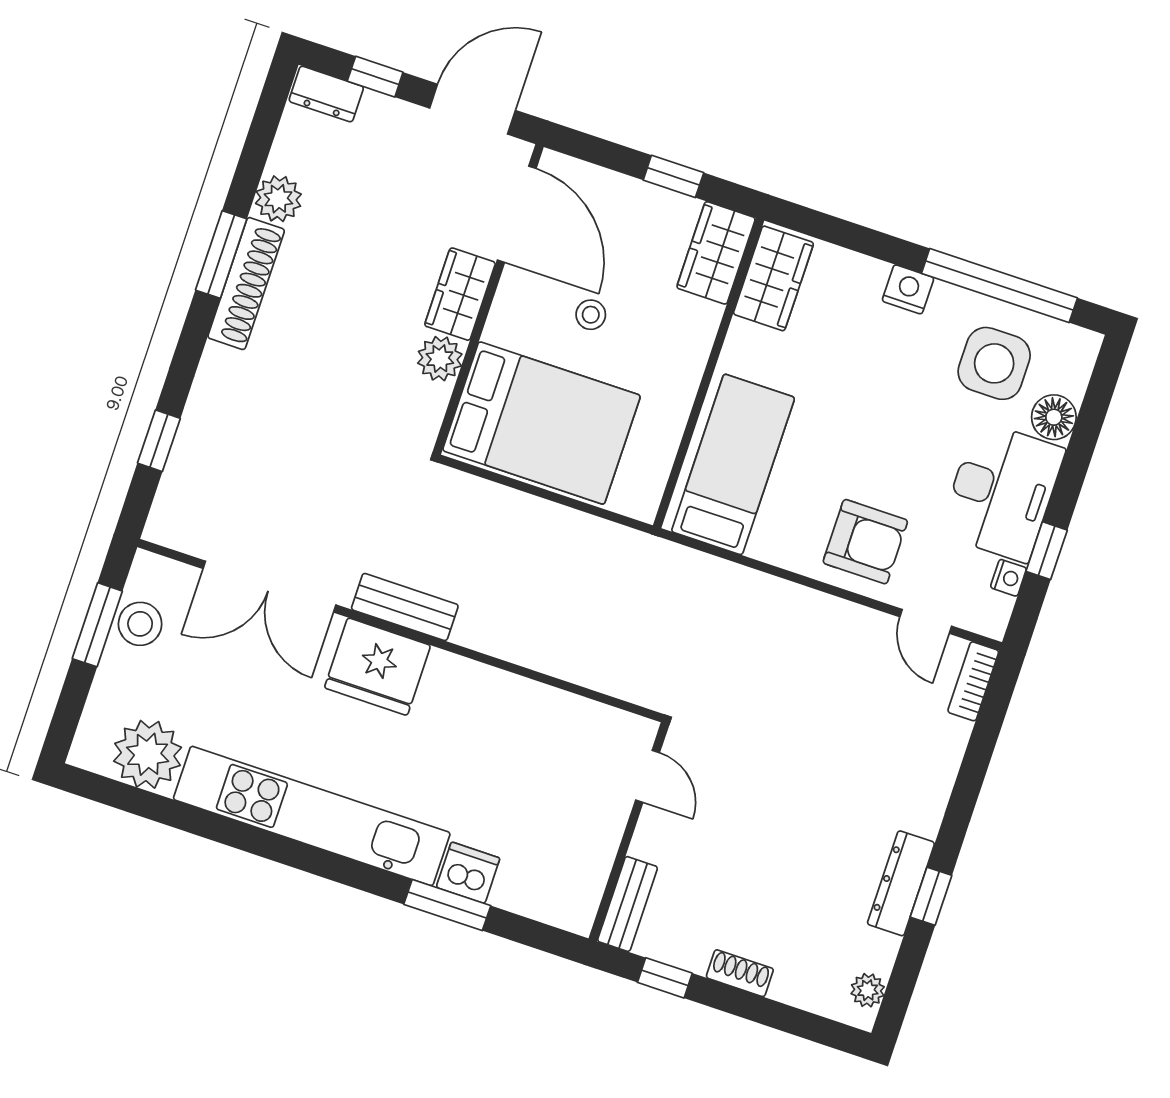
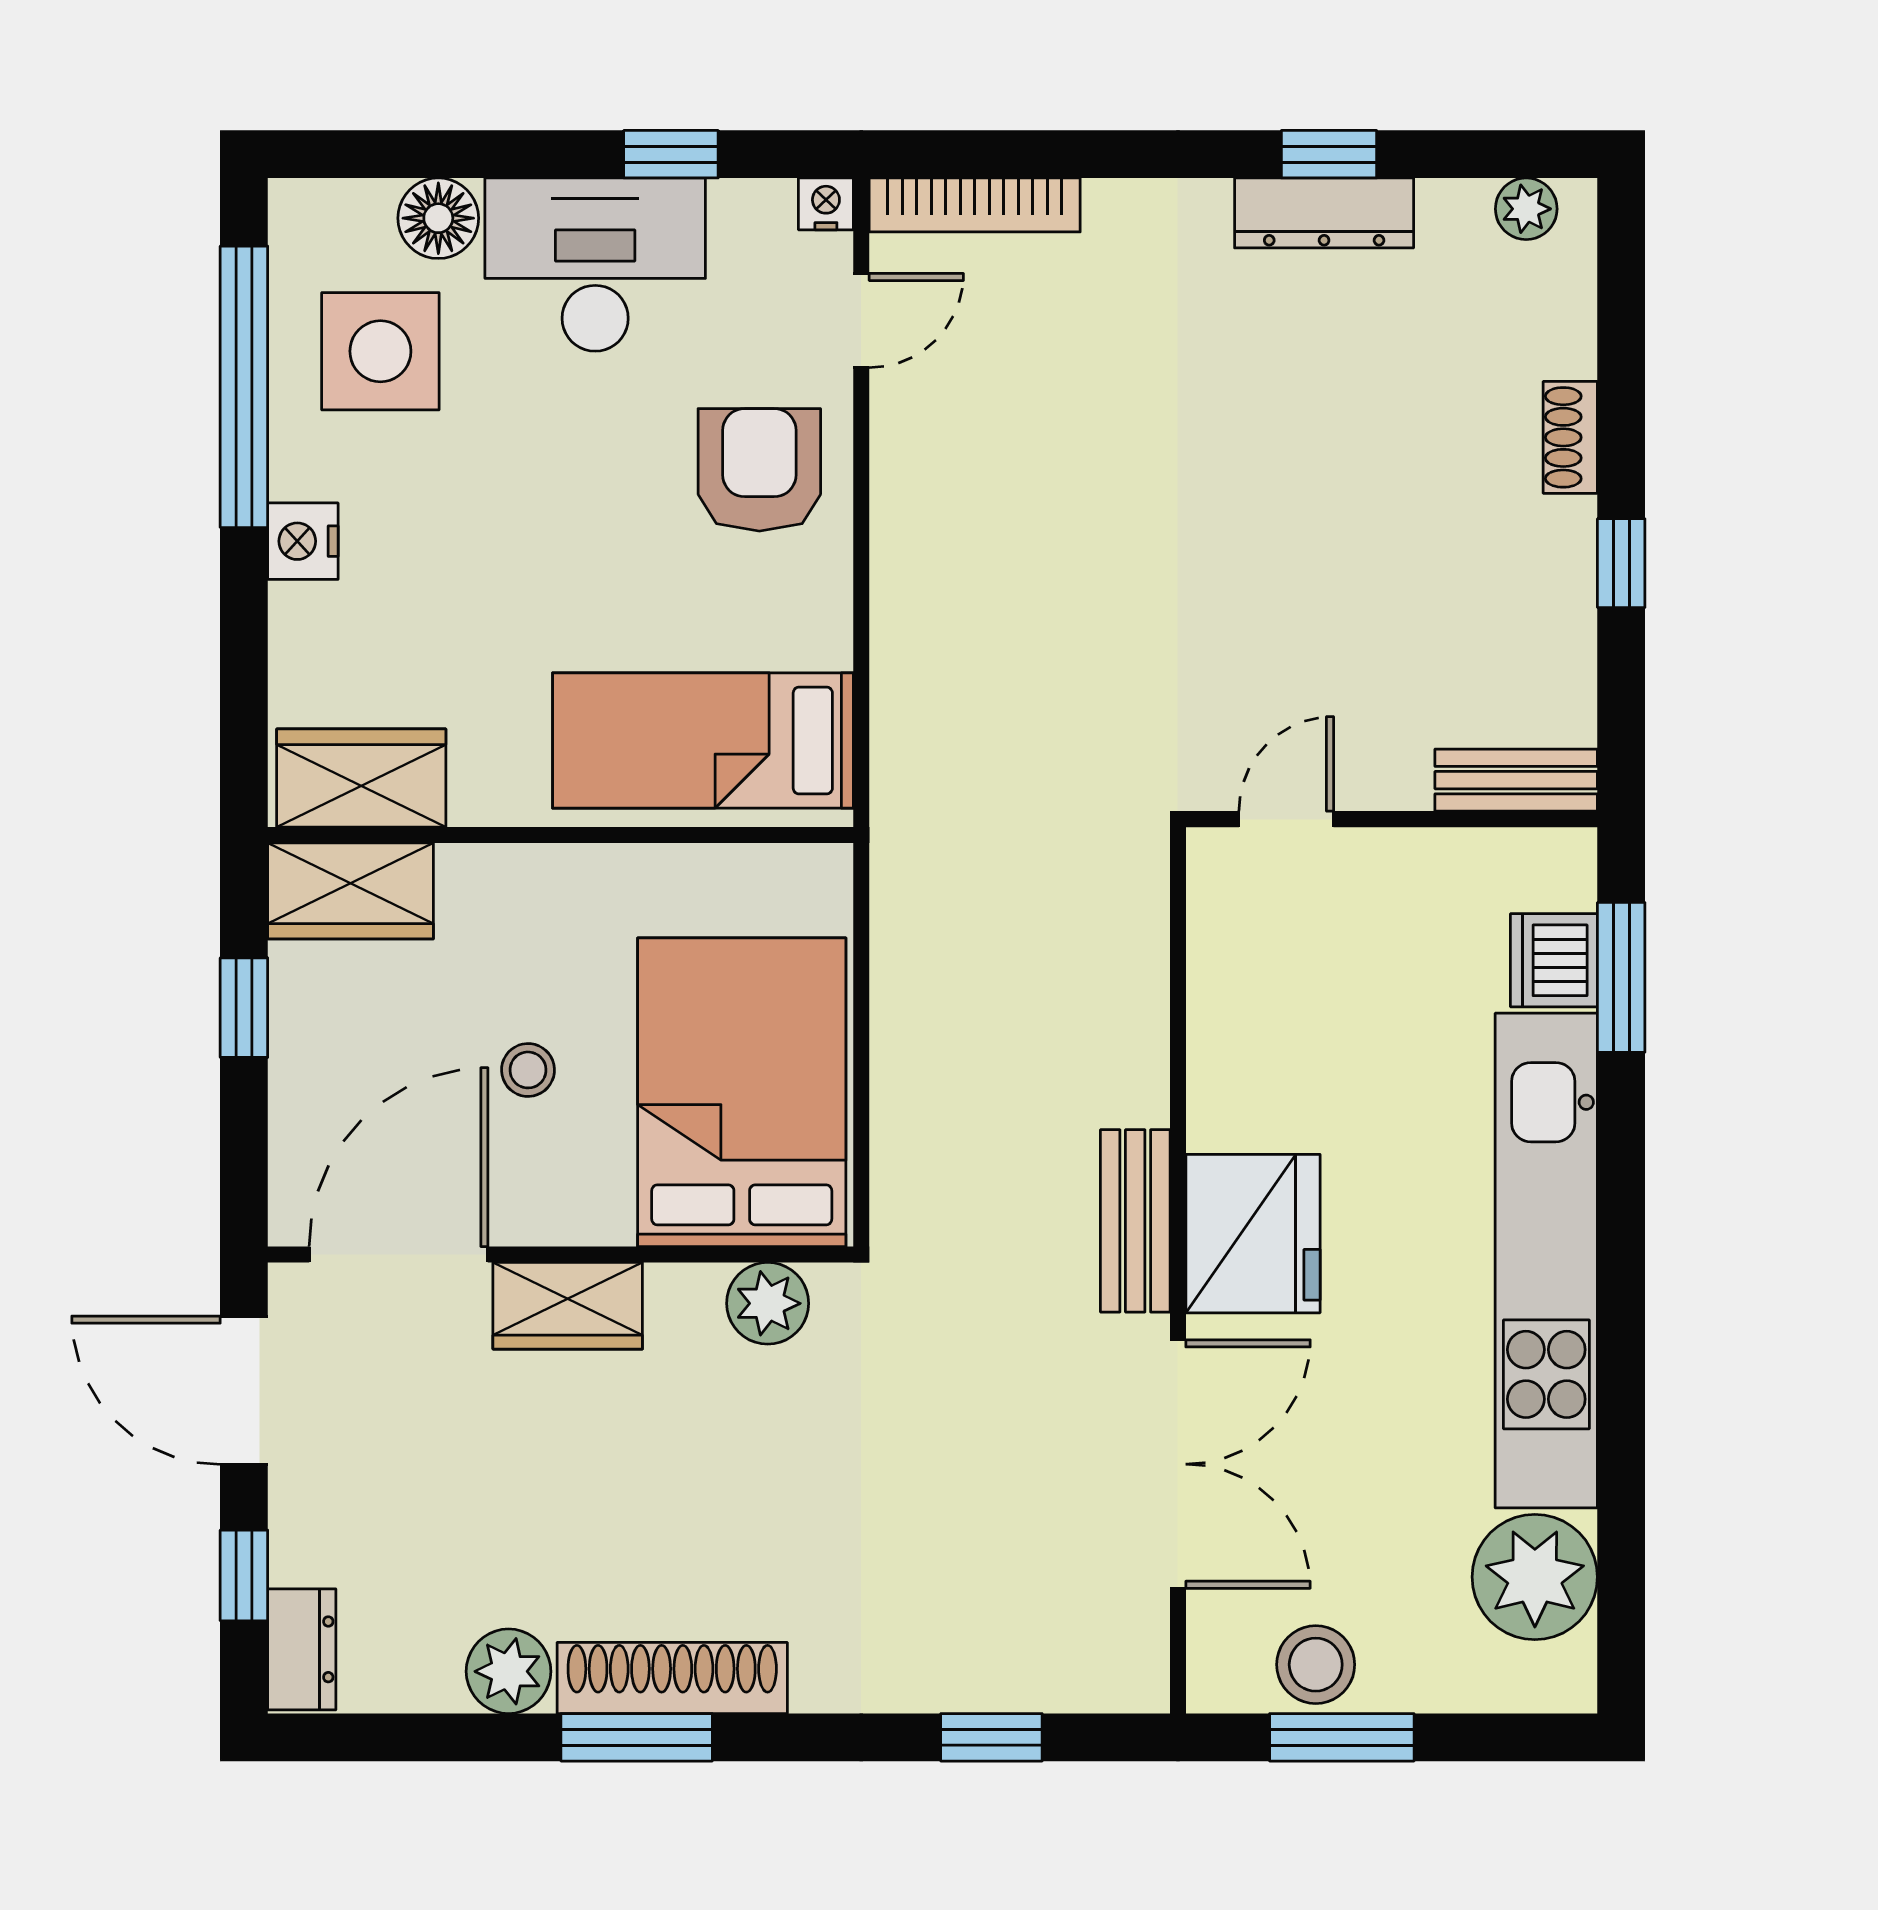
plant: (440, 359) -> (768, 1303), moved
nightstand: (1008, 578) -> (826, 204), moved
bookcase: (973, 681) -> (975, 205), width x1.56
door: (647, 776) -> (1286, 819), moved
wall: (629, 832) -> (1392, 819), moved
bench: (628, 904) -> (1516, 780), moved

